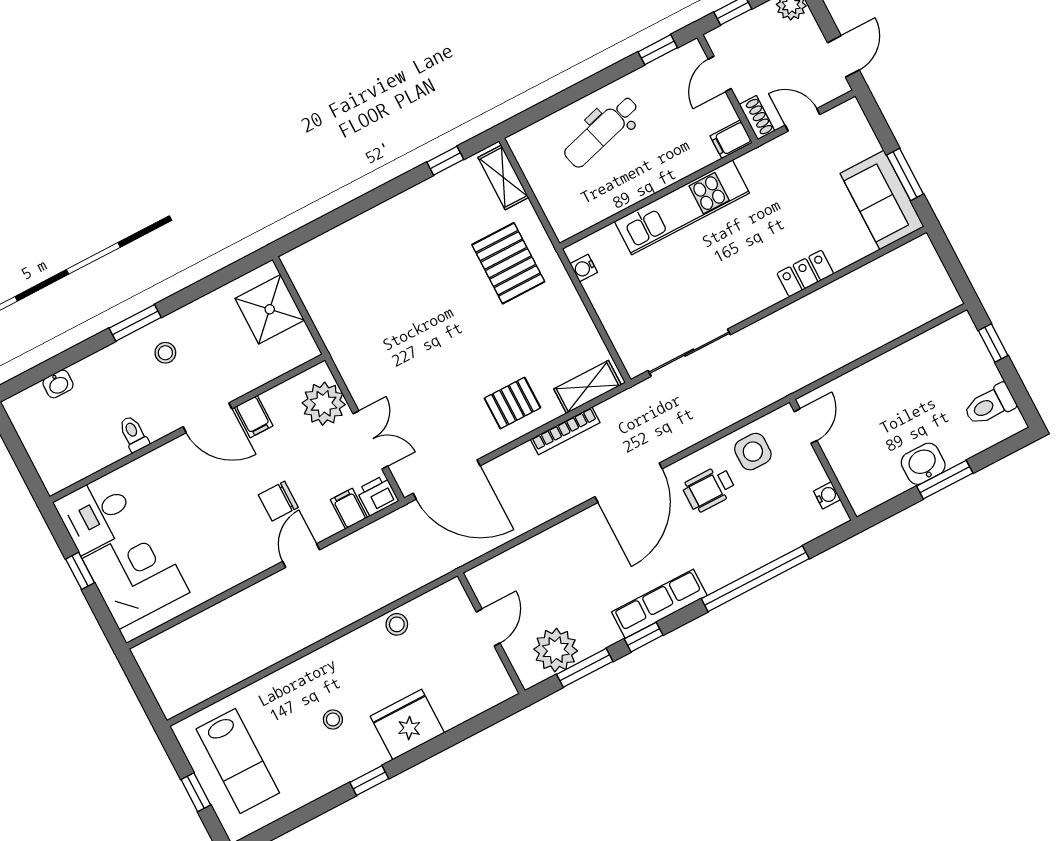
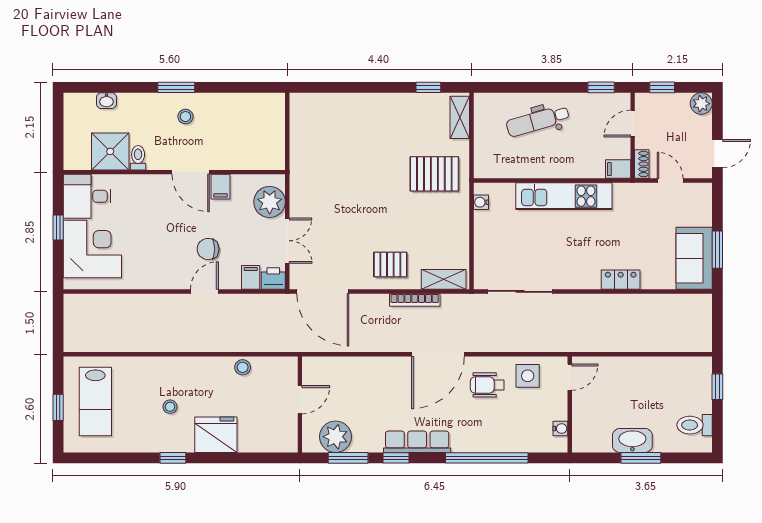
pallet: (508, 263) -> (434, 174), turned 90
shower: (270, 309) -> (110, 151), moved
washbasin: (923, 464) -> (632, 440), width x1.38

